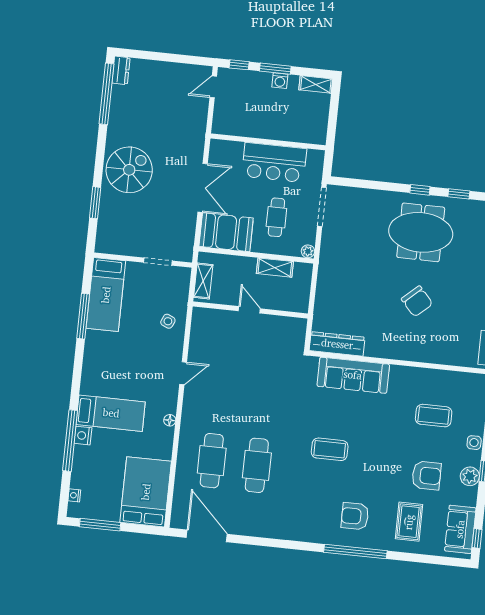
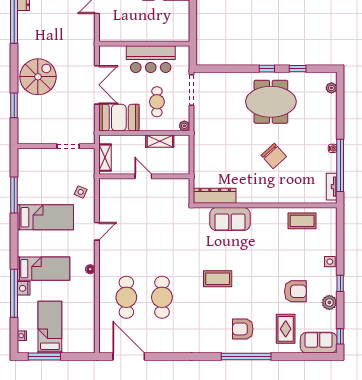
bed: (106, 295) -> (45, 217), moved, turned -90
sofa: (353, 375) -> (230, 219), width x0.73
coffee table: (434, 416) -> (302, 221), moved
plant: (470, 476) -> (329, 303), moved
bed: (146, 492) -> (50, 327), moved, width x0.67
sofa: (460, 529) -> (319, 343), moved, turned 90

